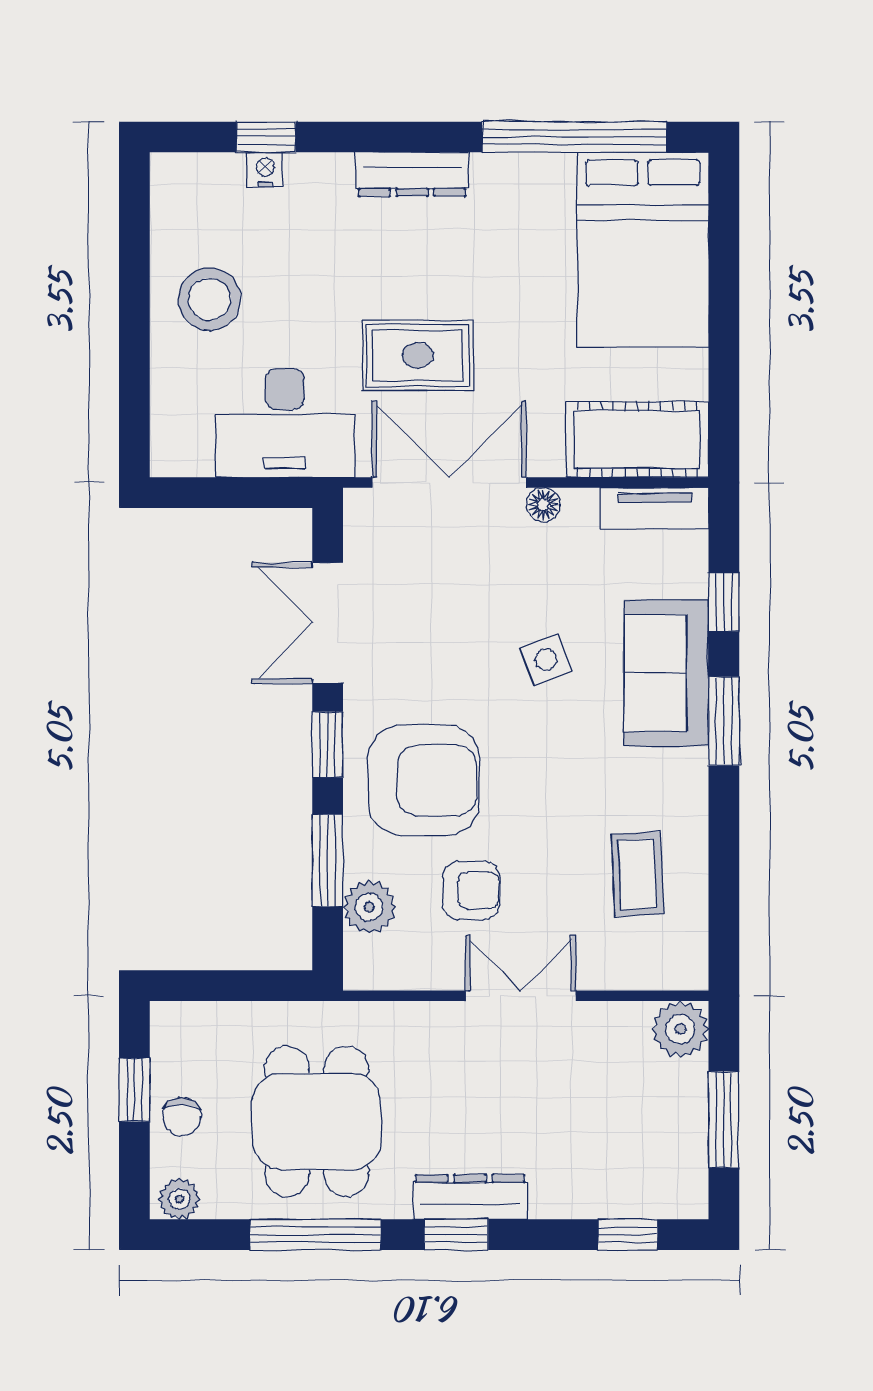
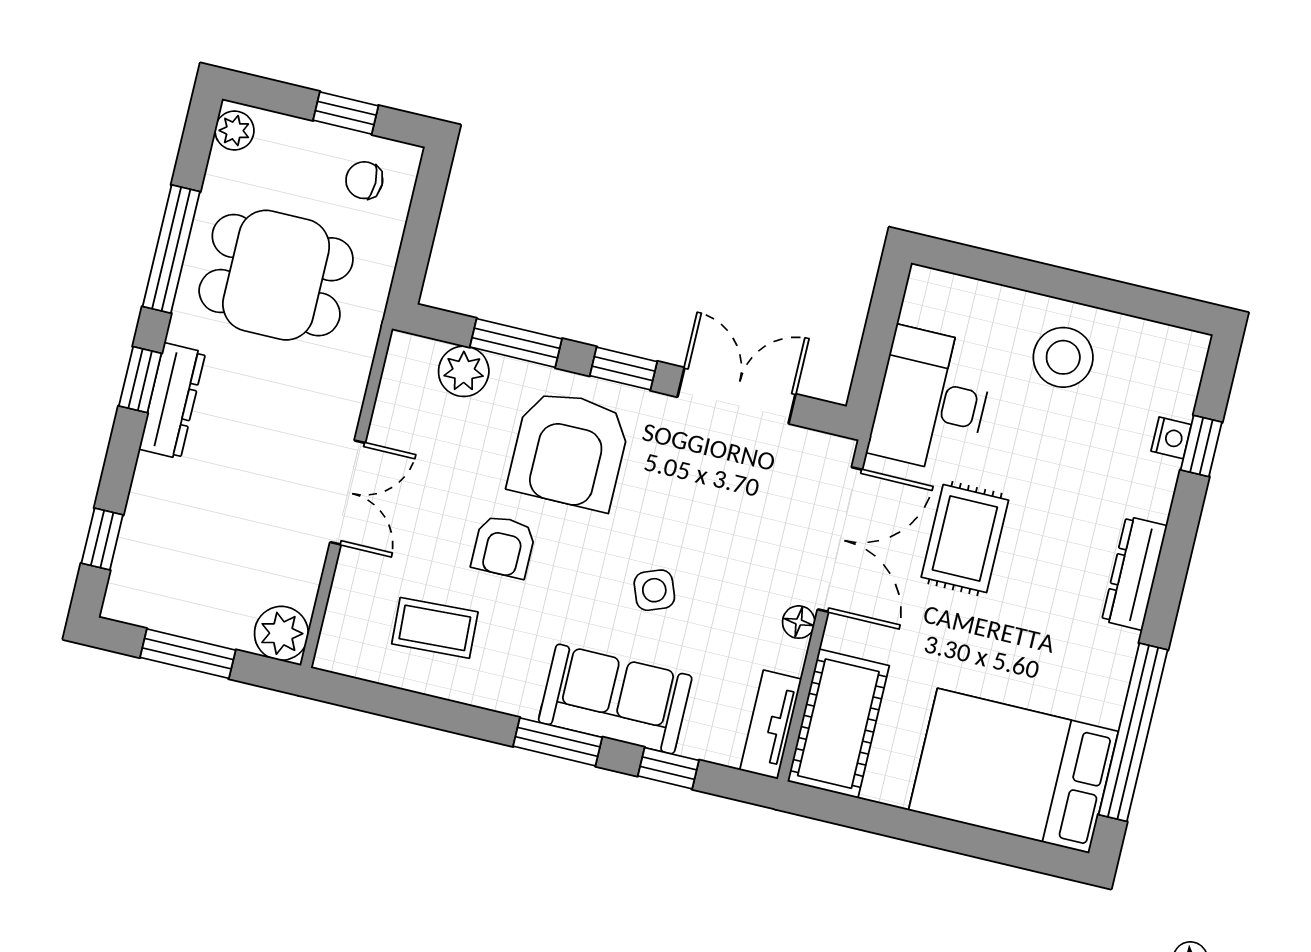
armchair: (471, 890) -> (504, 546), moved
chair: (182, 1117) -> (364, 180), moved

